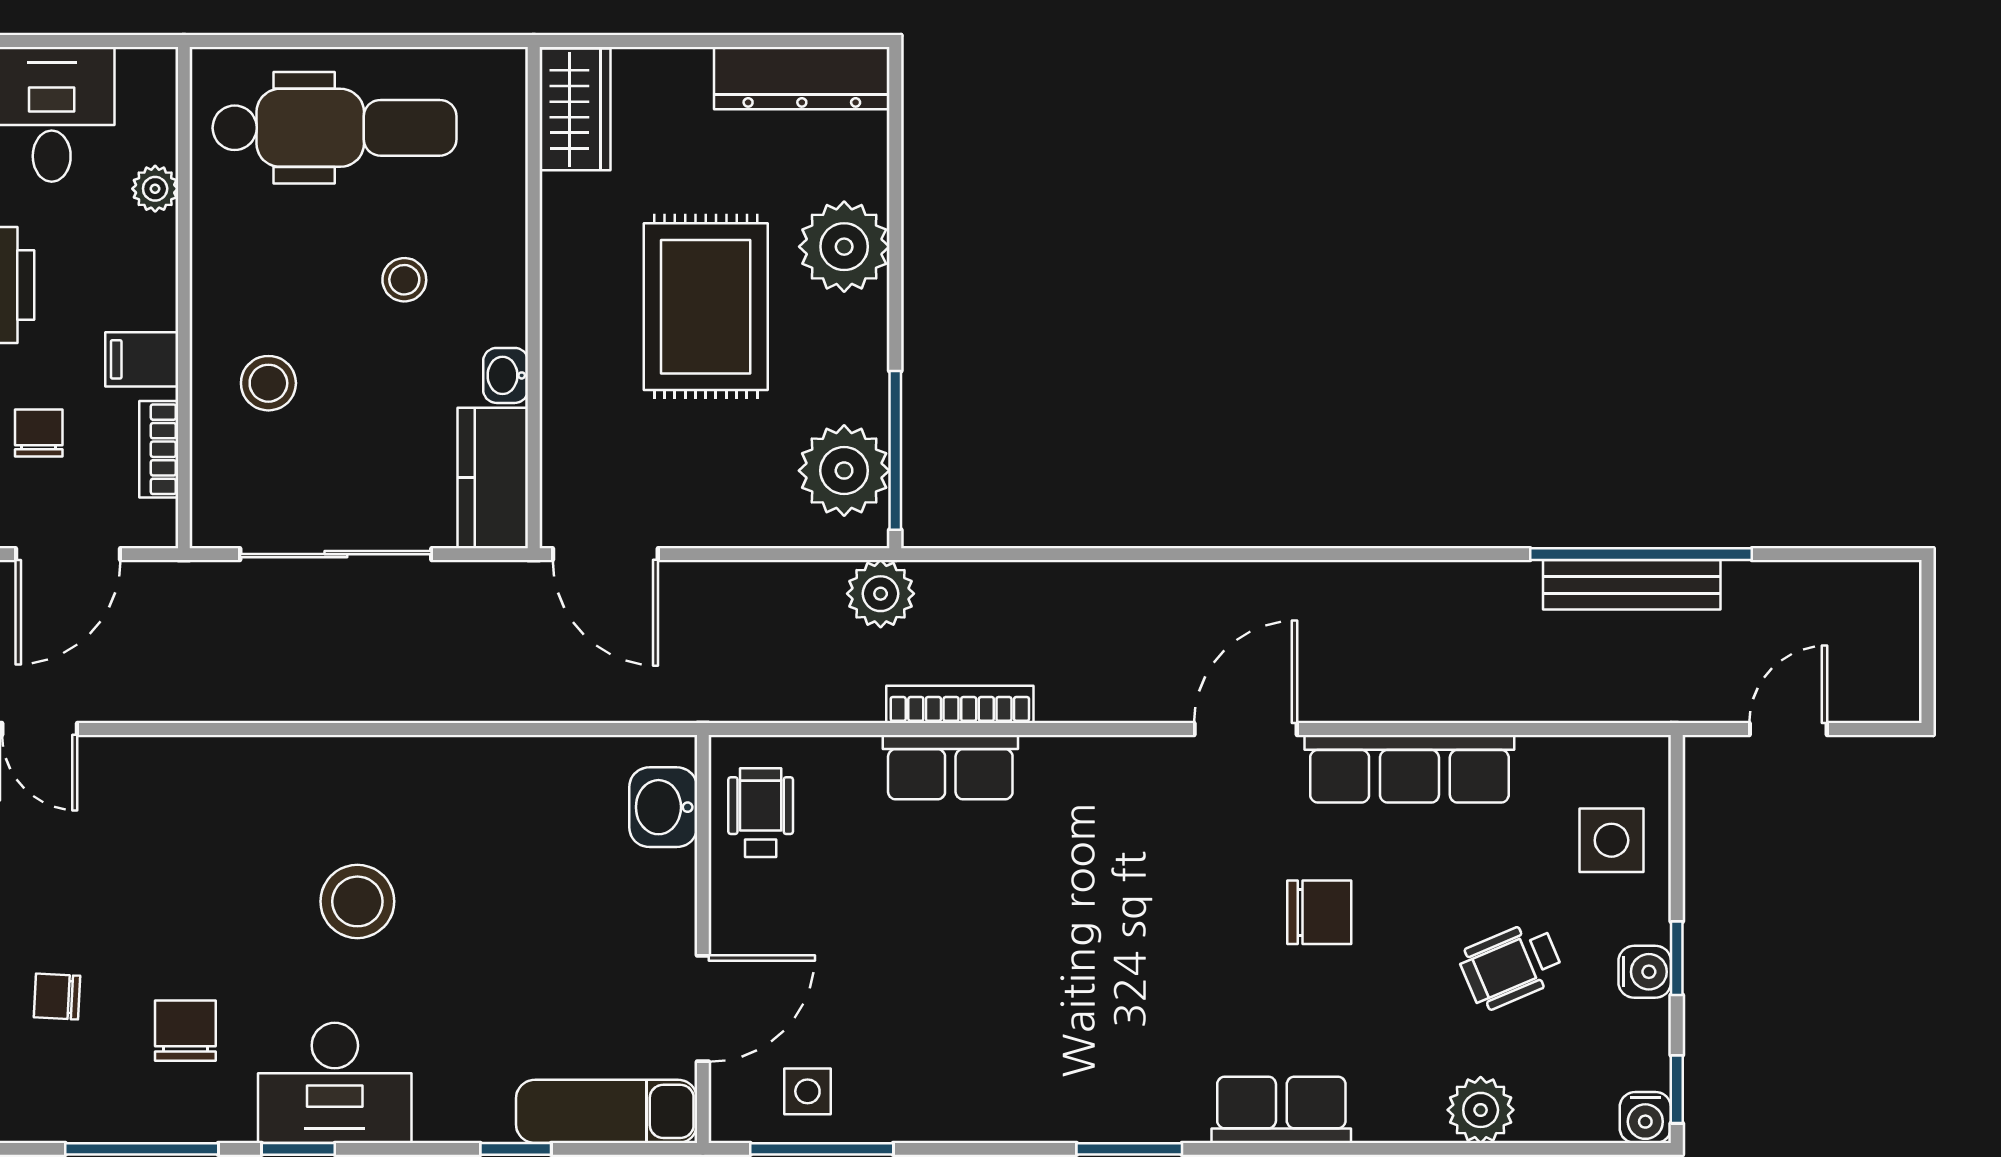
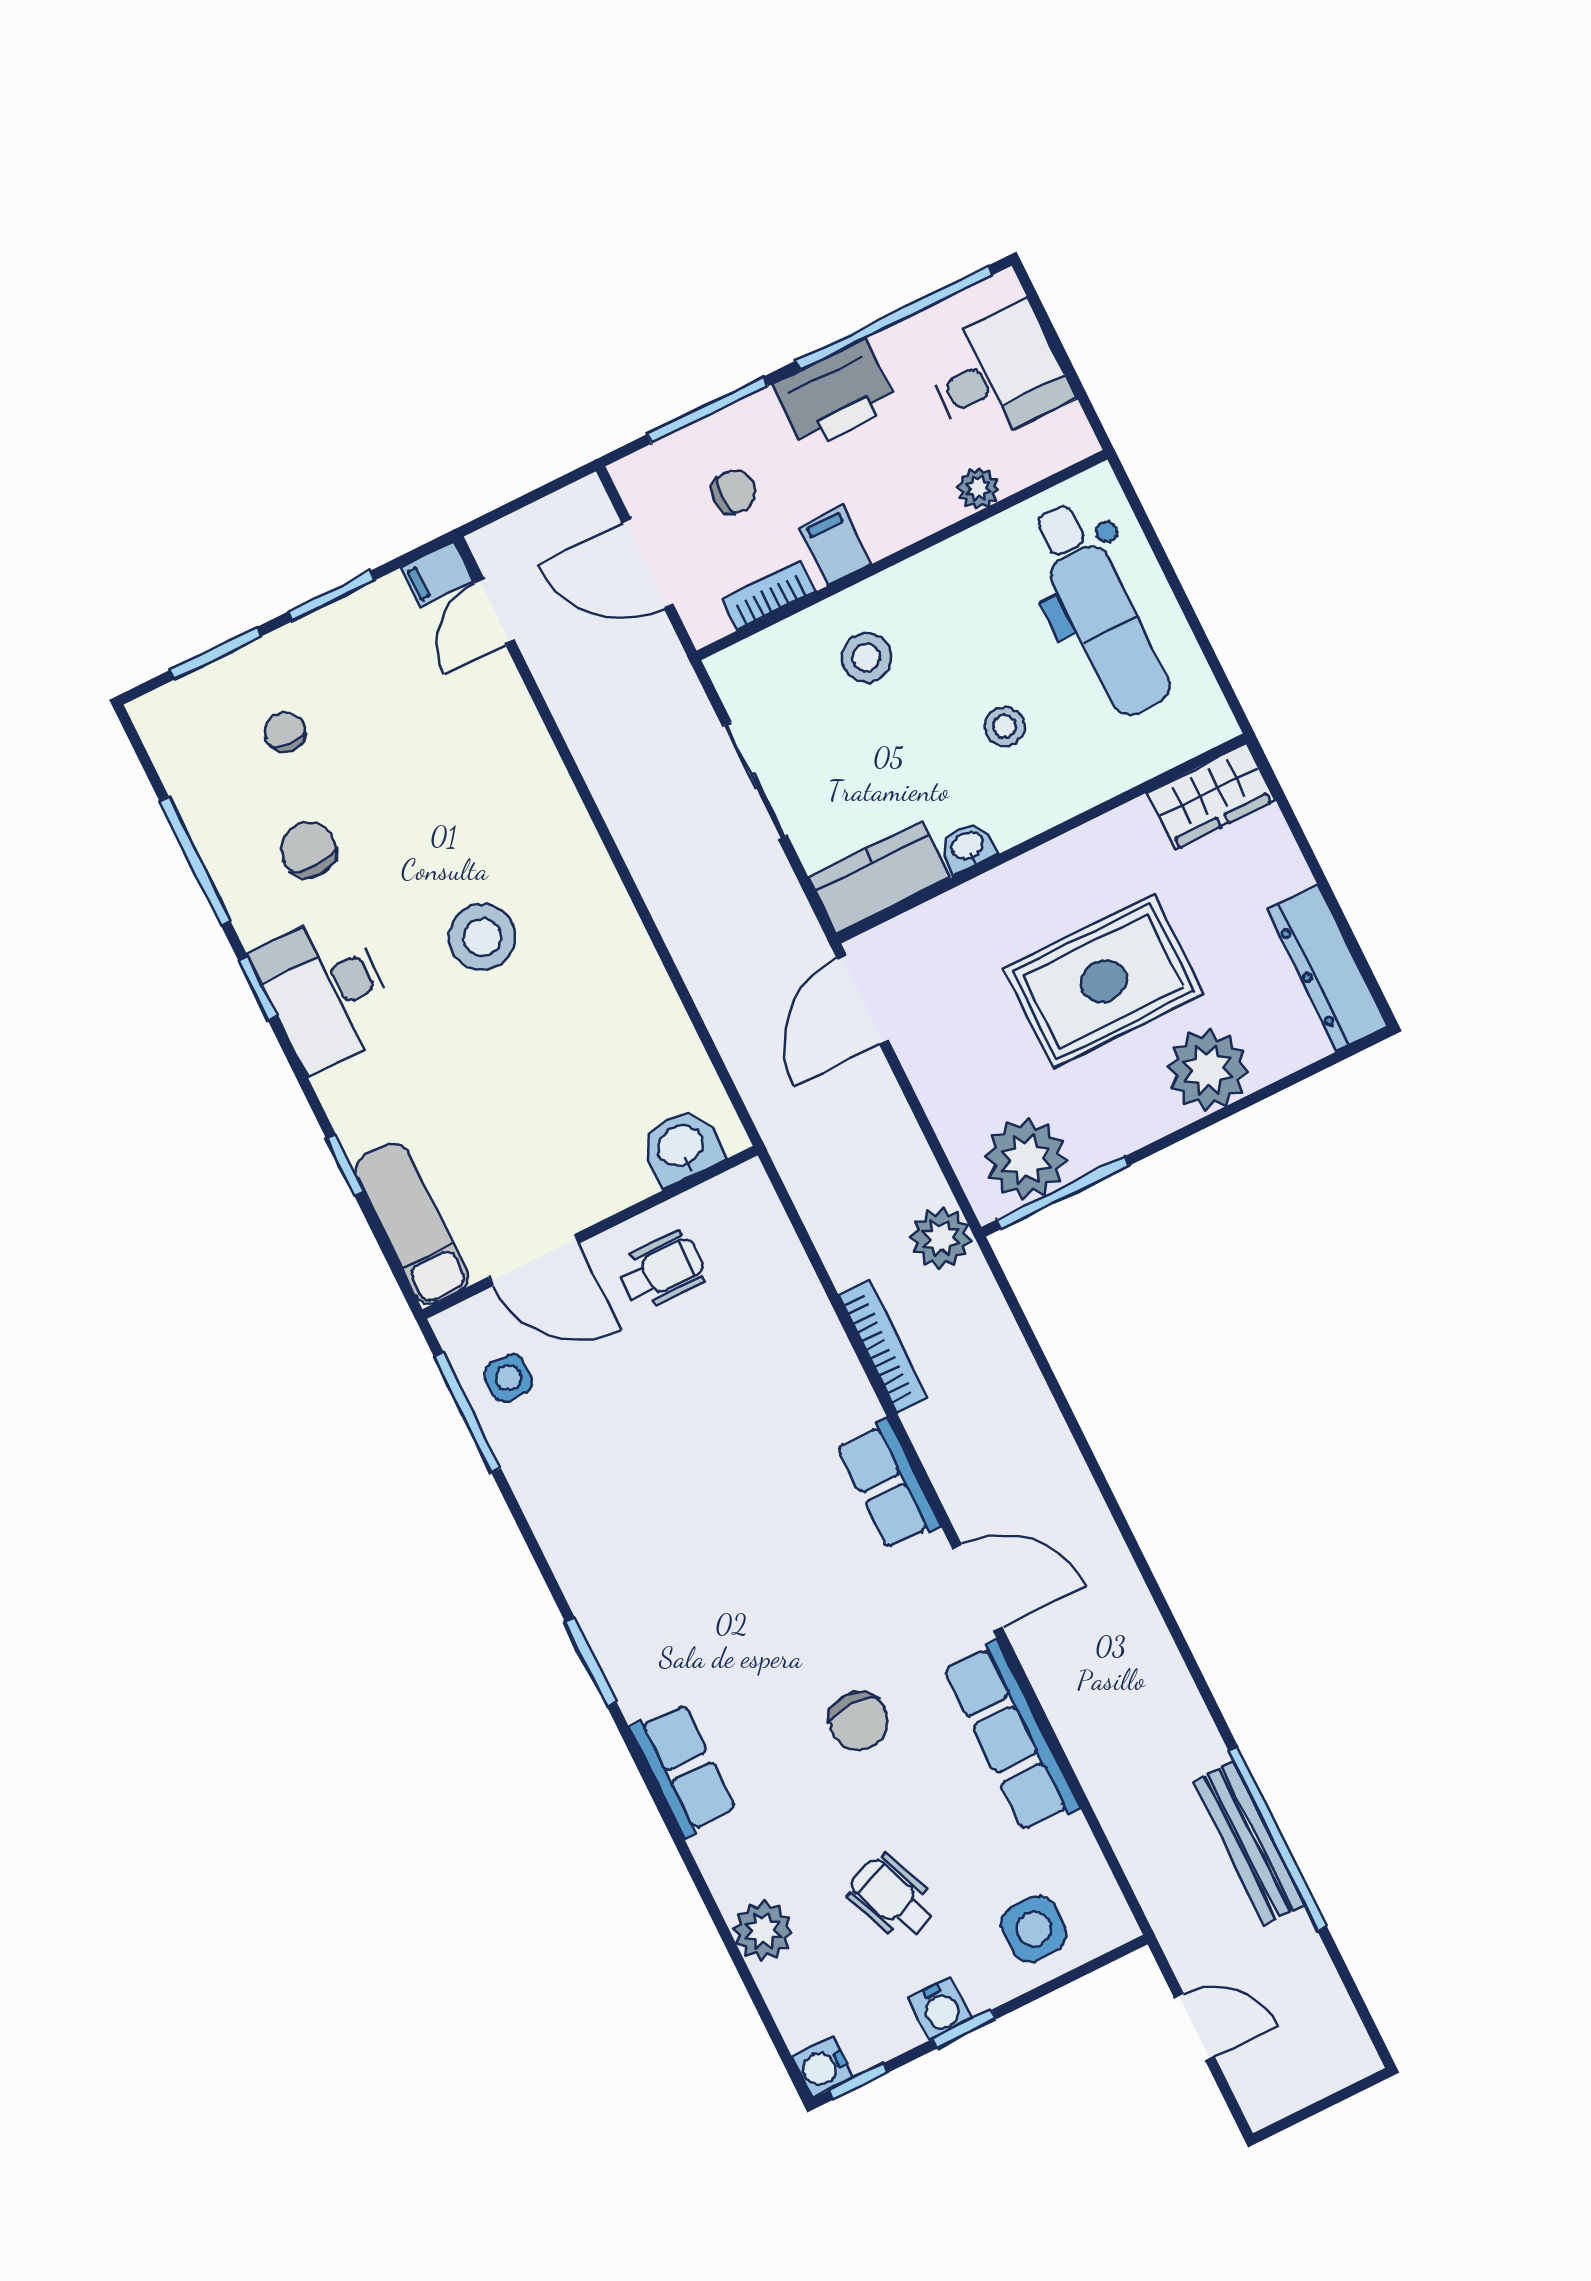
sliding door: (336, 554) -> (755, 781), width x0.73
row of seats: (950, 767) -> (888, 1485), moved
wheelchair: (761, 813) -> (662, 1271), moved
chair: (185, 1031) -> (308, 850), turned -90

